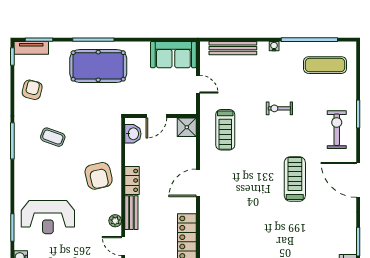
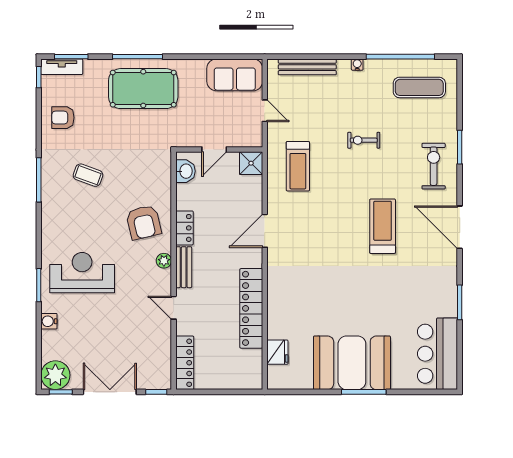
armchair: (32, 90) -> (63, 118), turned -104
reception desk: (48, 217) -> (82, 273), turned 180
plant: (115, 221) -> (164, 261), moved

